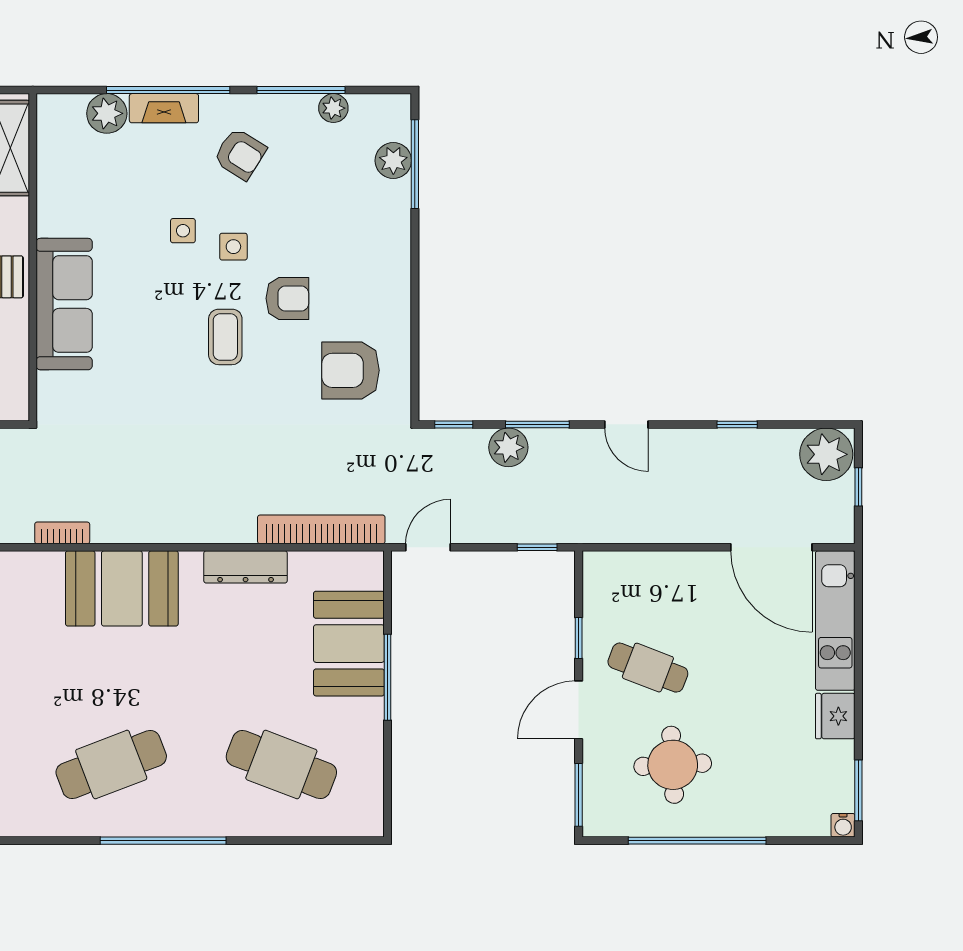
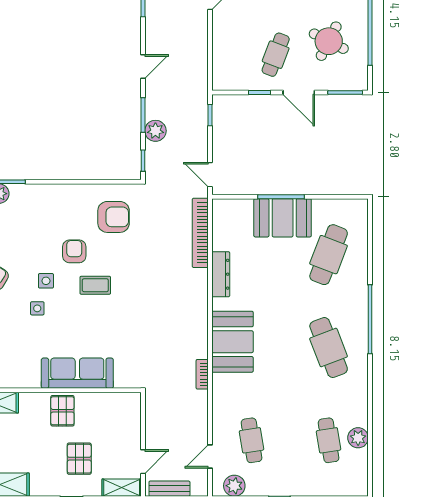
armchair: (351, 370) -> (114, 217), turned -90
booth: (349, 644) -> (283, 218), moved
round table: (673, 765) -> (329, 41), turned 30

